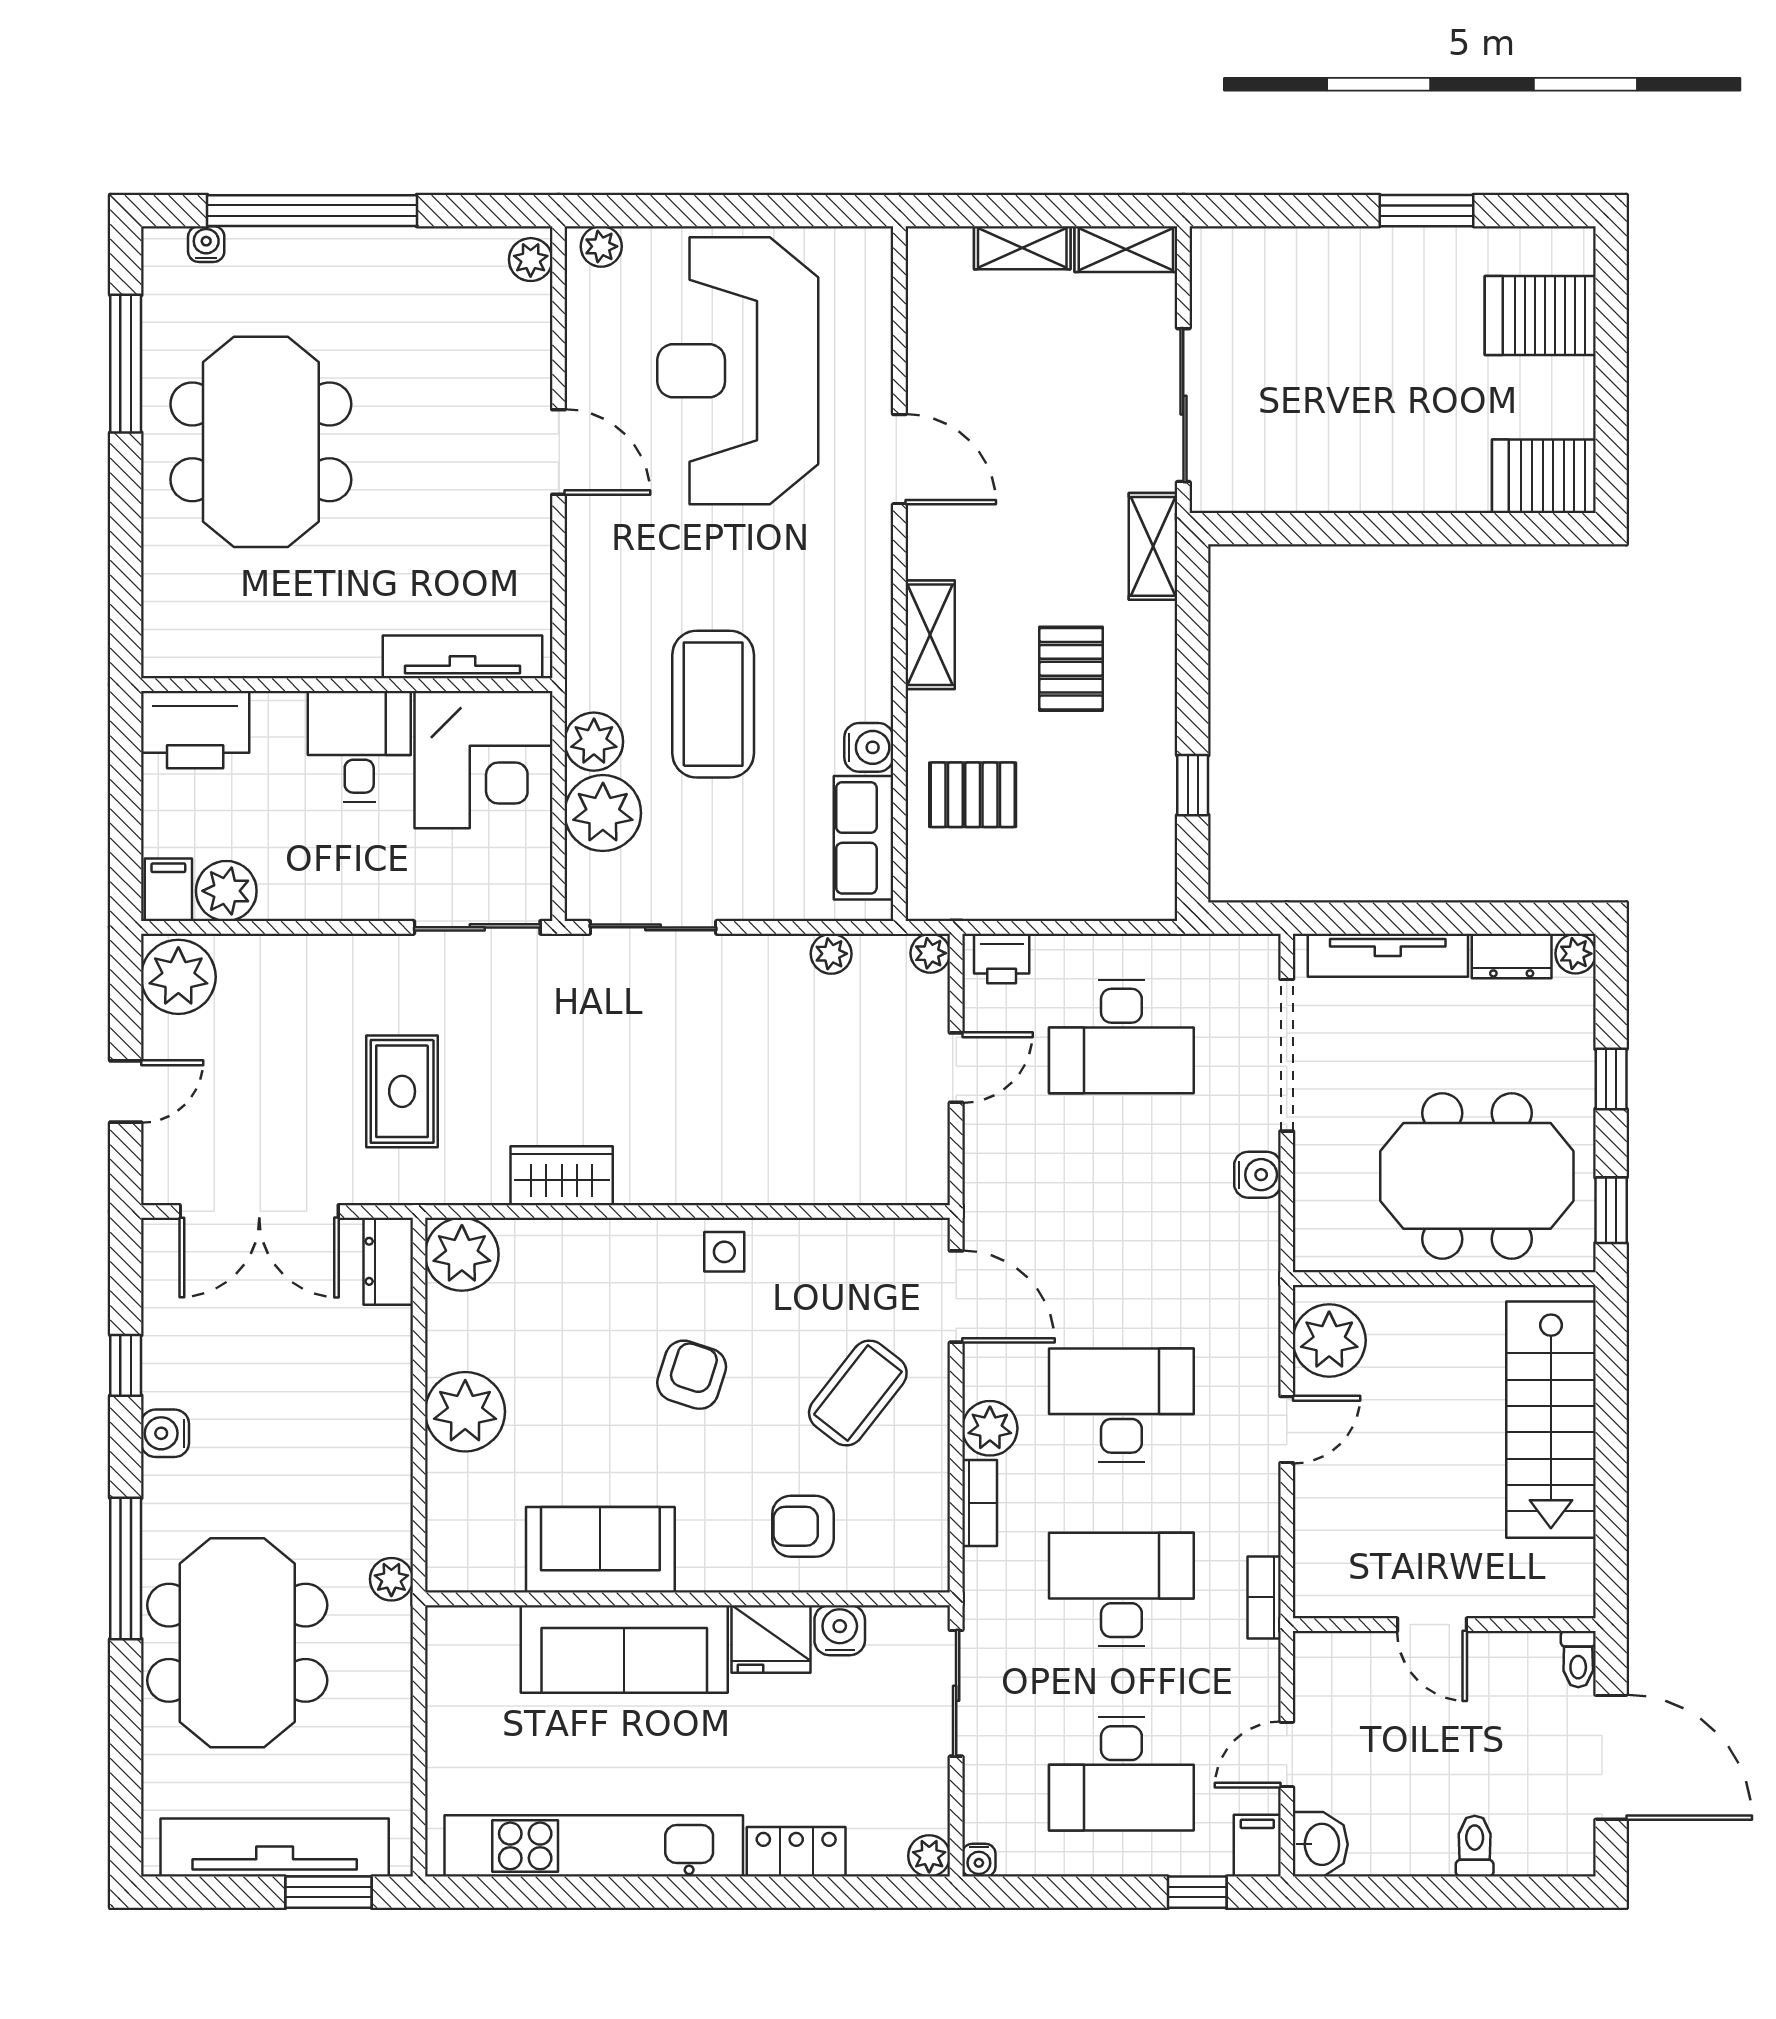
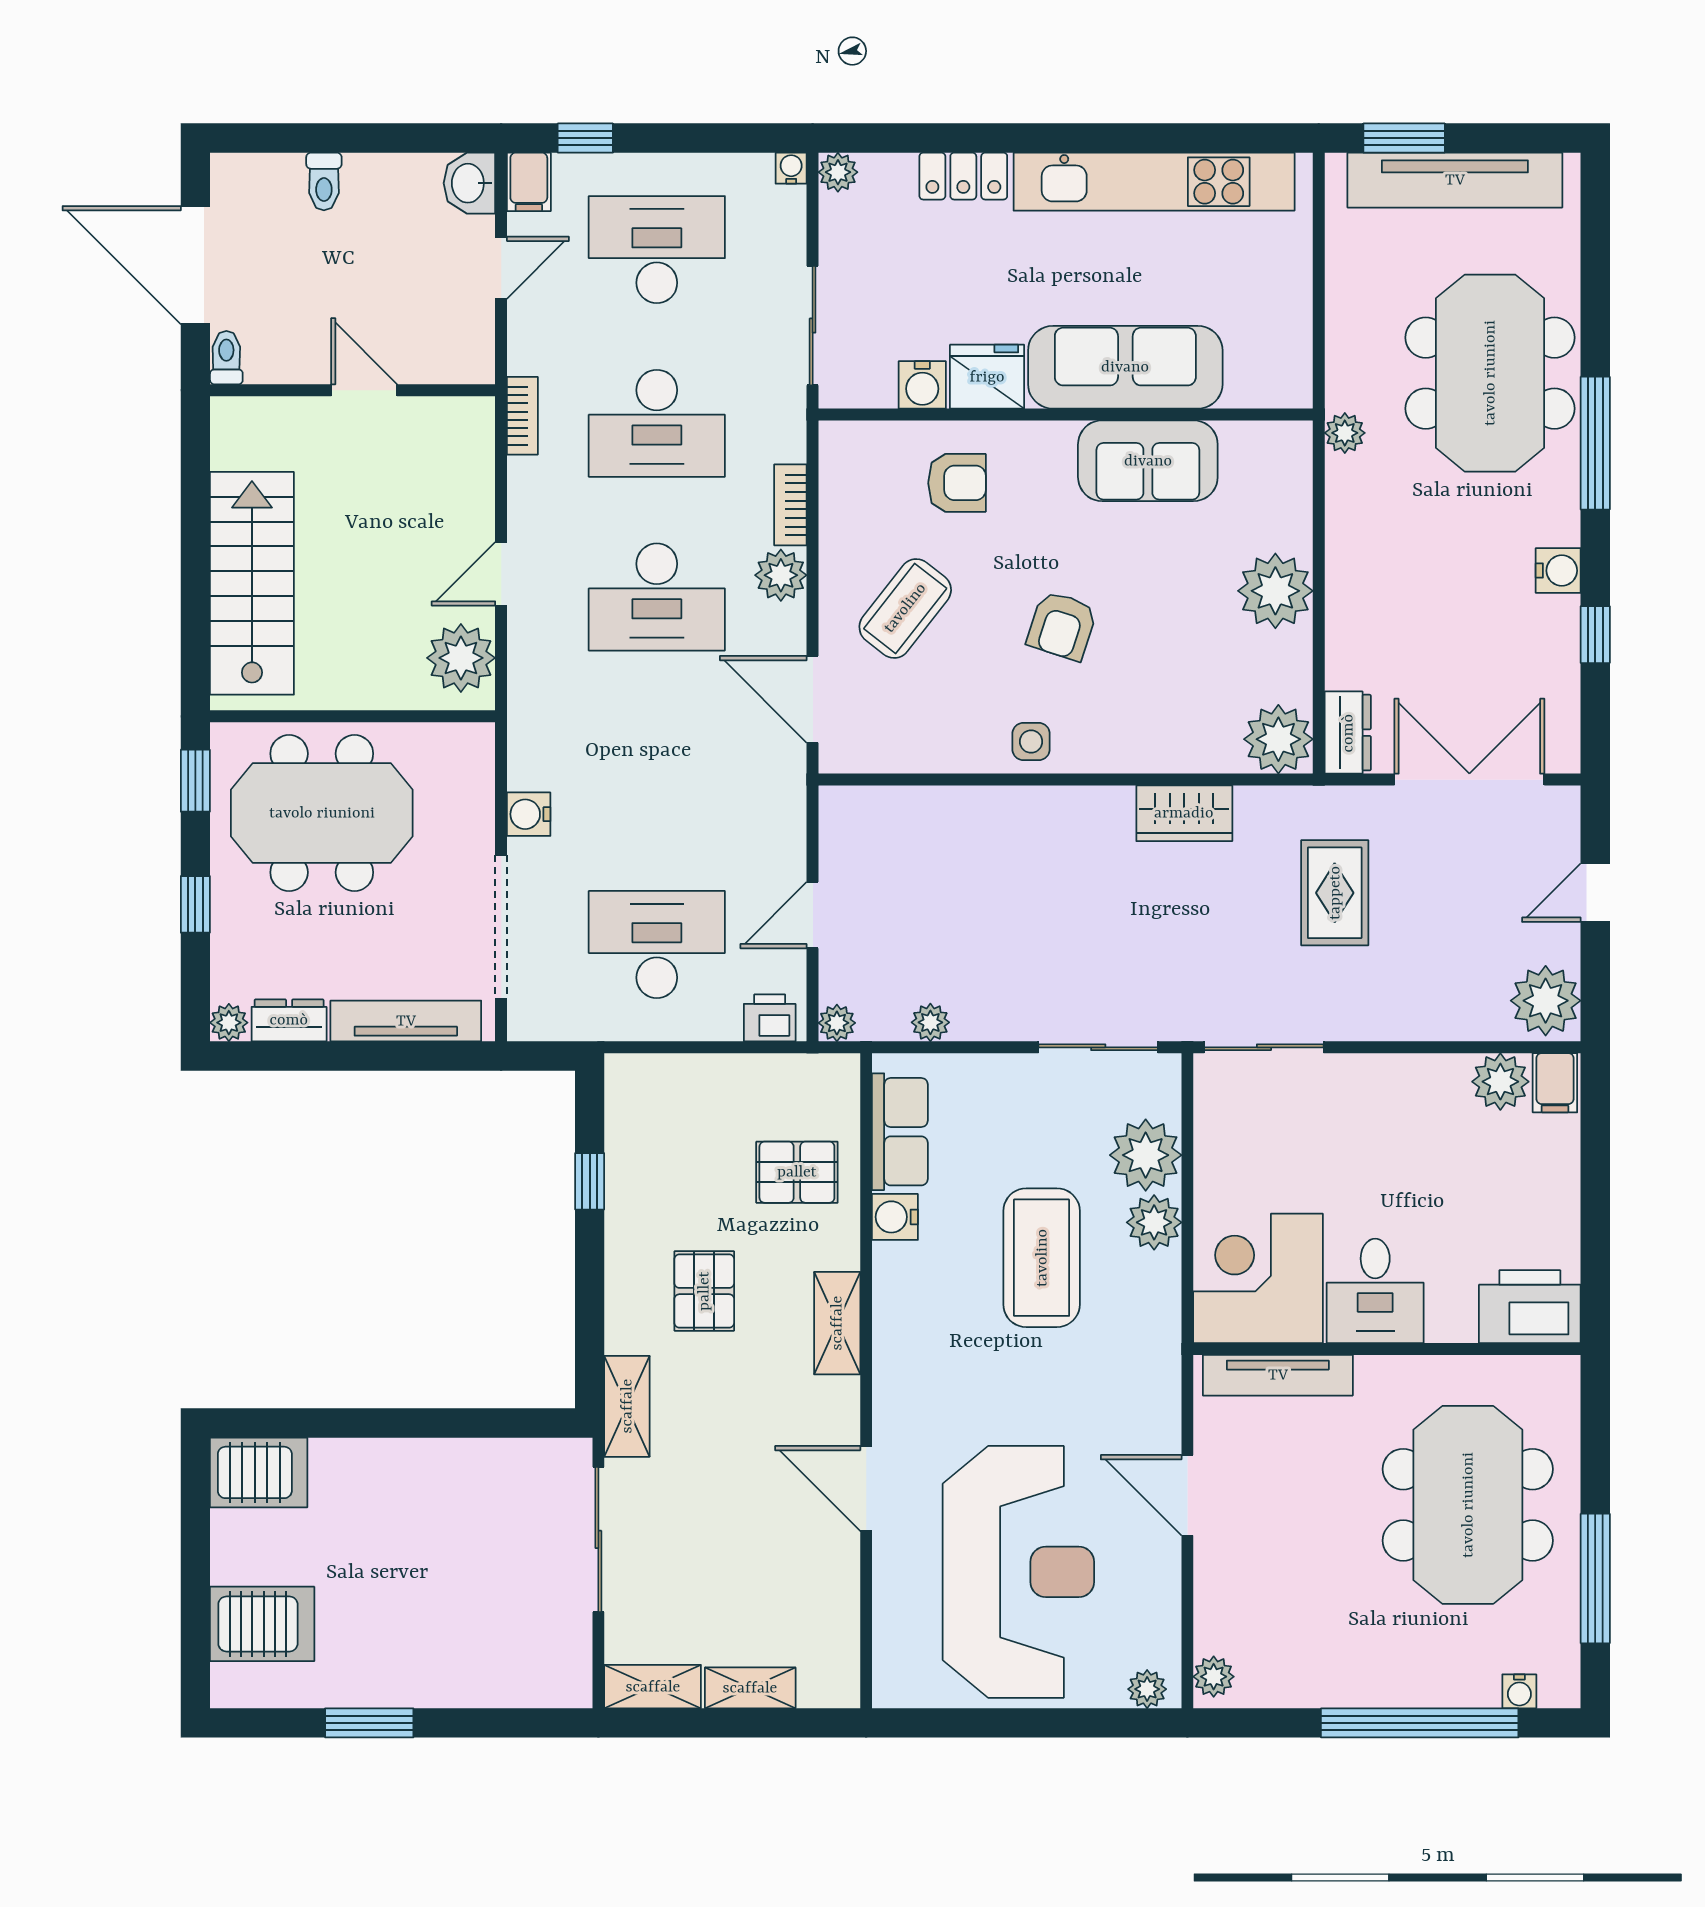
tv unit: (463, 657) -> (1278, 1375), moved
wall: (347, 685) -> (1387, 1349), moved
printer: (195, 730) -> (1530, 1307), moved
desk: (359, 746) -> (1375, 1291), moved
corner desk: (483, 760) -> (1258, 1278), moved

